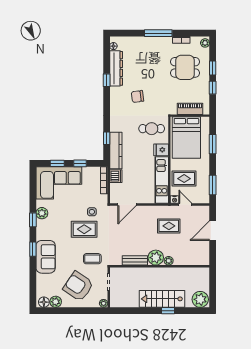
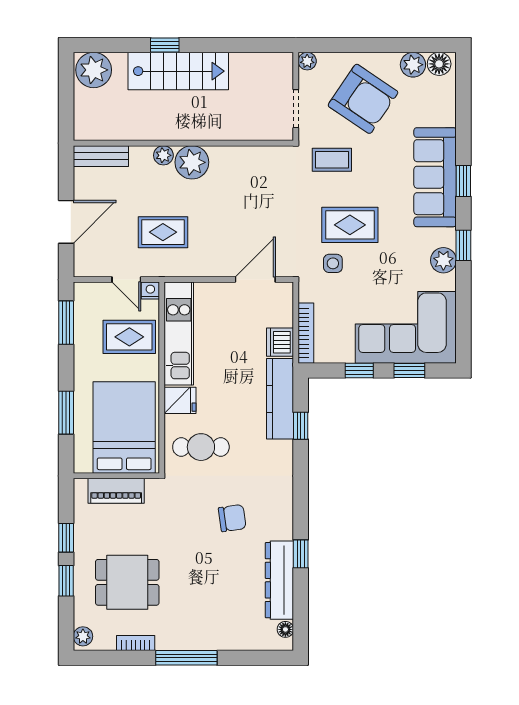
sofa: (46, 257) -> (435, 177), width x1.36
bench: (135, 260) -> (101, 156), moved

